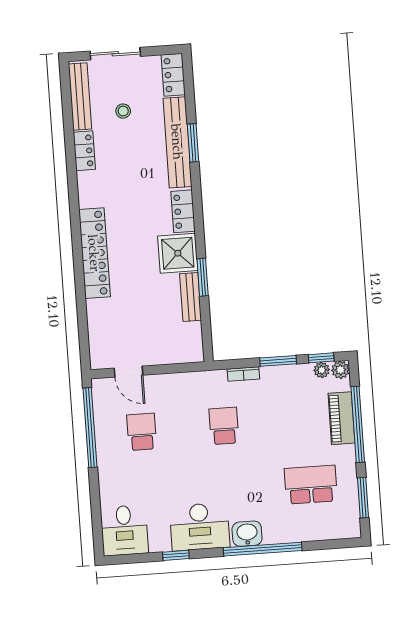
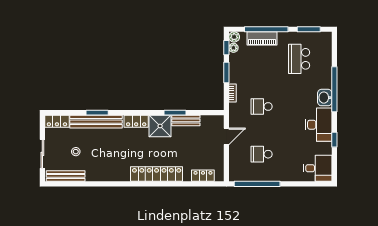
locker: (84, 151) -> (203, 176), moved
door: (129, 372) -> (226, 136), moved

